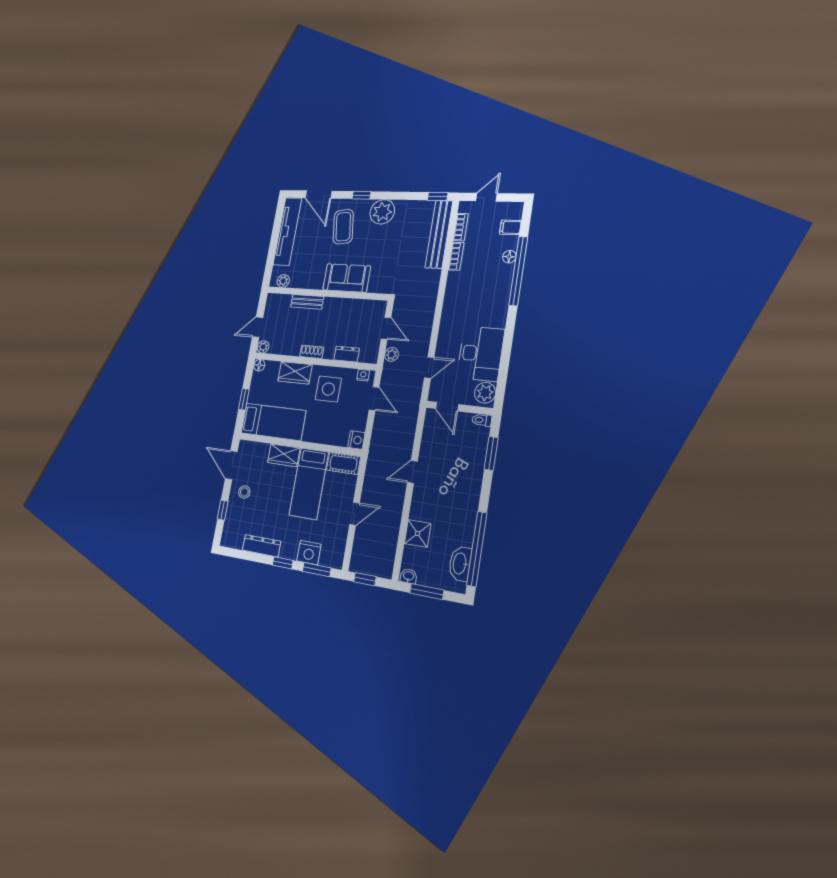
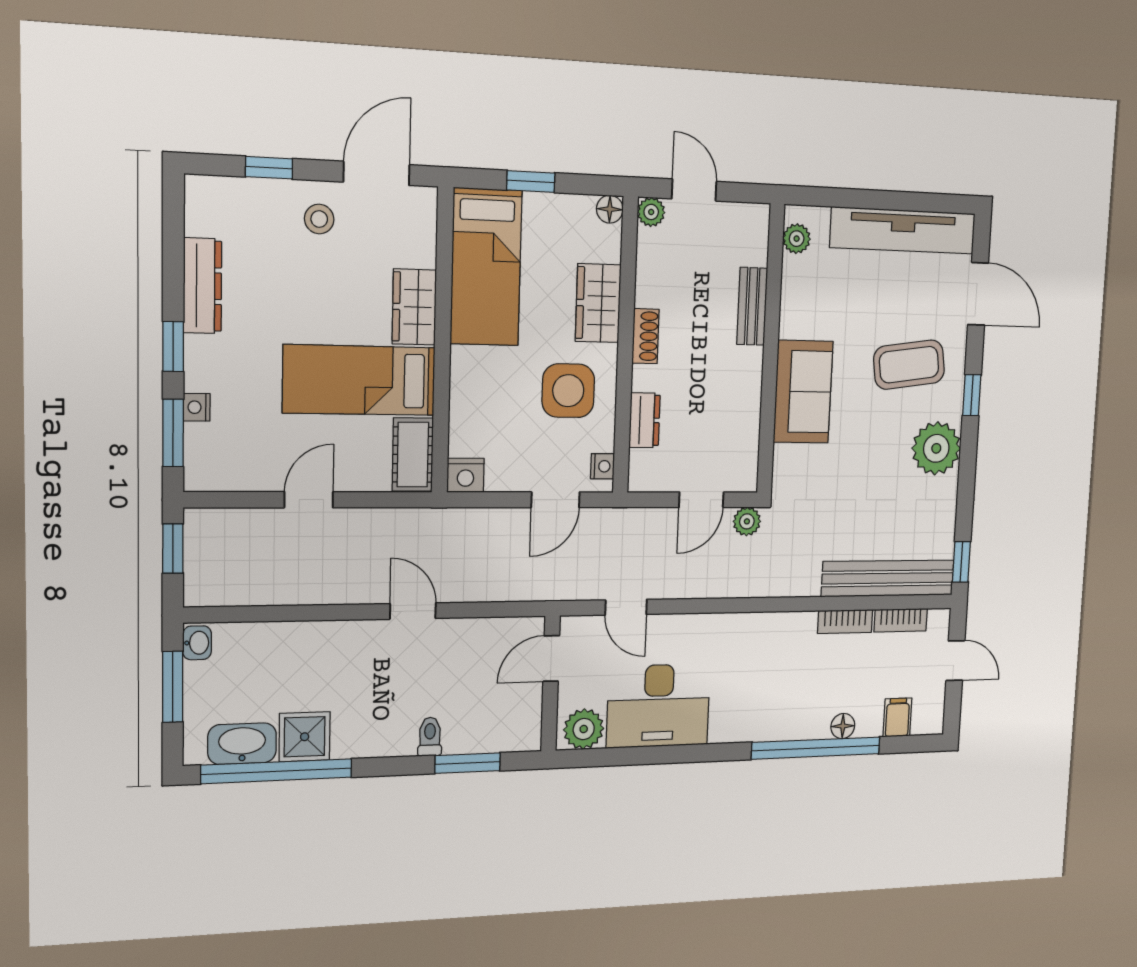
door: (319, 195) -> (978, 294), swing flipped
plant: (392, 354) -> (747, 521), moved
toilet: (482, 420) -> (430, 737), moved
door: (355, 514) -> (309, 500), swing flipped
shower: (418, 533) -> (305, 737), moved
nightstand: (309, 553) -> (197, 407), width x0.53, depth x0.56

